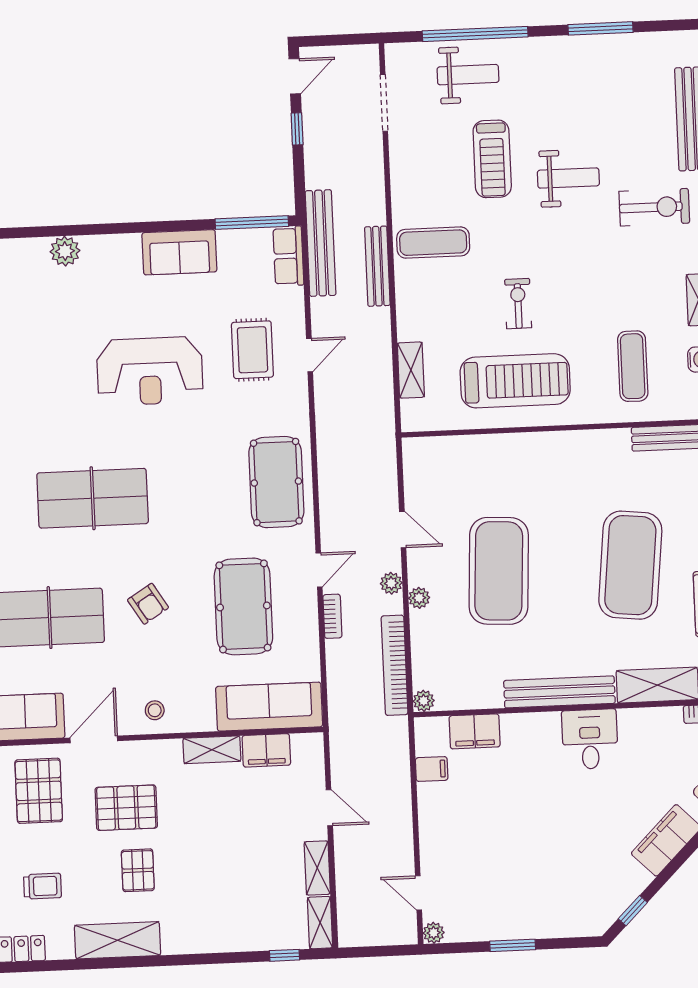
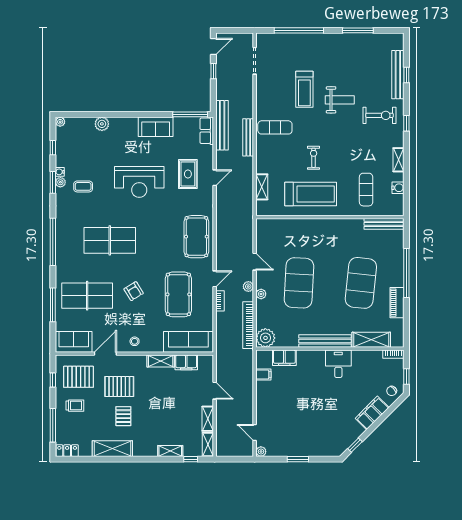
weight bench: (468, 75) -> (295, 49), removed
coffee table: (31, 386) -> (83, 186), added
plant: (424, 701) -> (265, 338), width x1.88, depth x1.88
pallet: (39, 791) -> (78, 377), turned 90
trolley: (43, 886) -> (75, 406), moved
shelving: (241, 940) -> (170, 451), added

